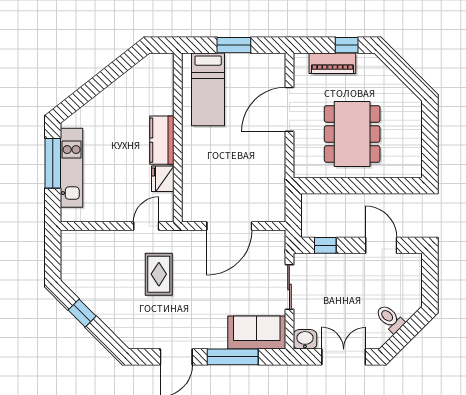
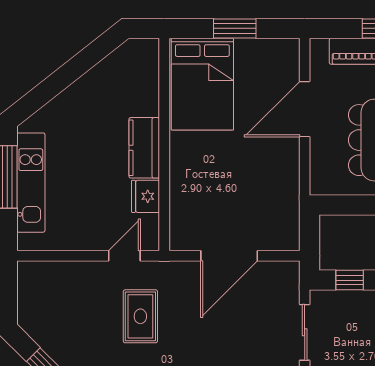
bed: (208, 89) -> (202, 84), width x1.50

